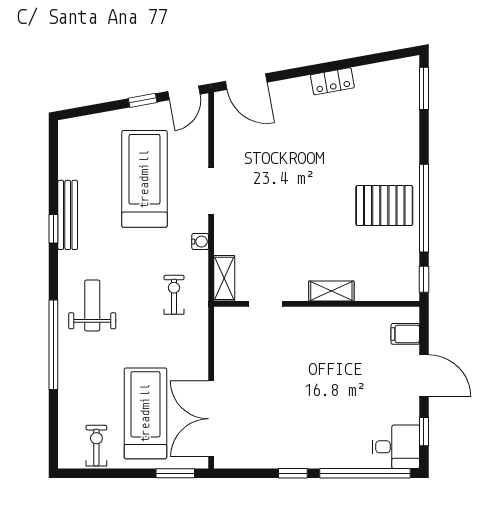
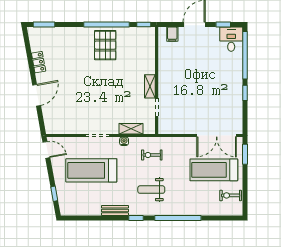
locker: (332, 81) -> (39, 62), moved
door: (246, 82) -> (37, 95), moved
window: (143, 100) -> (54, 194), moved
bench: (68, 215) -> (115, 210), width x0.73
window: (53, 229) -> (136, 218), moved
shelving: (224, 278) -> (131, 129), moved
shelving: (331, 291) -> (150, 86), moved
weight bench: (92, 305) -> (151, 190), moved

